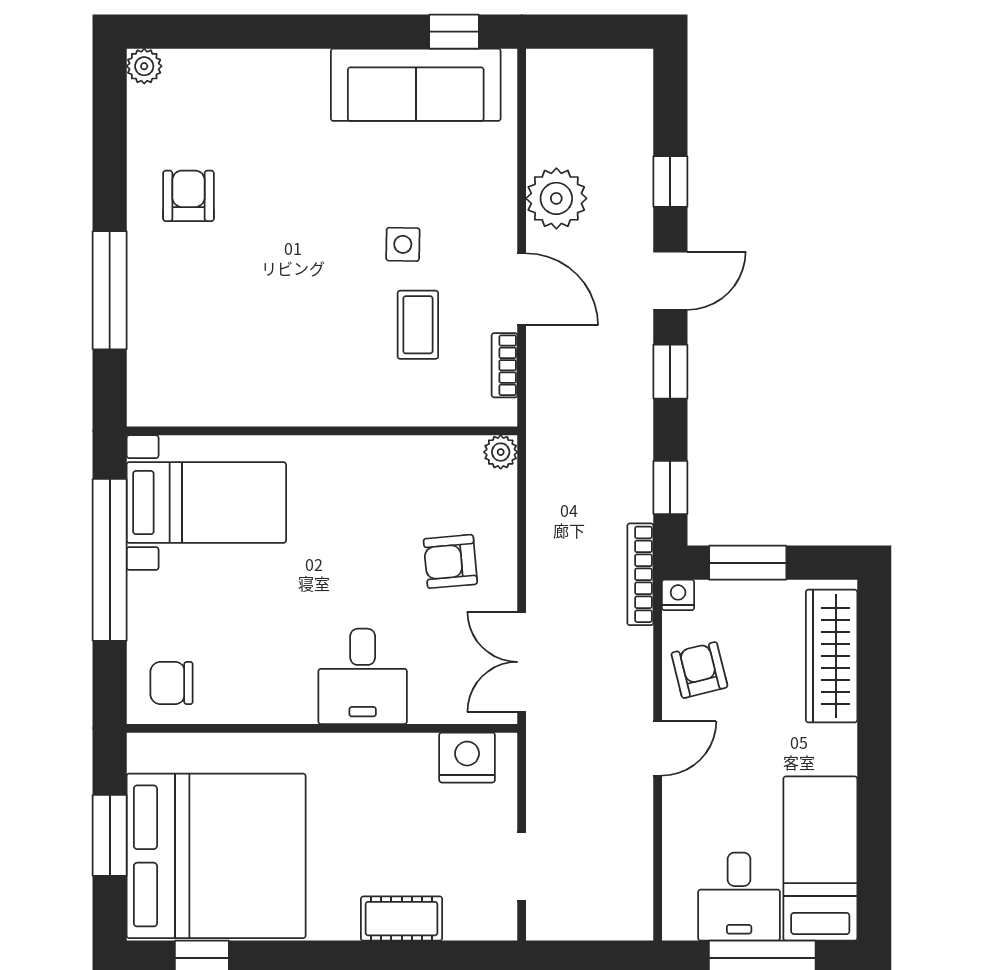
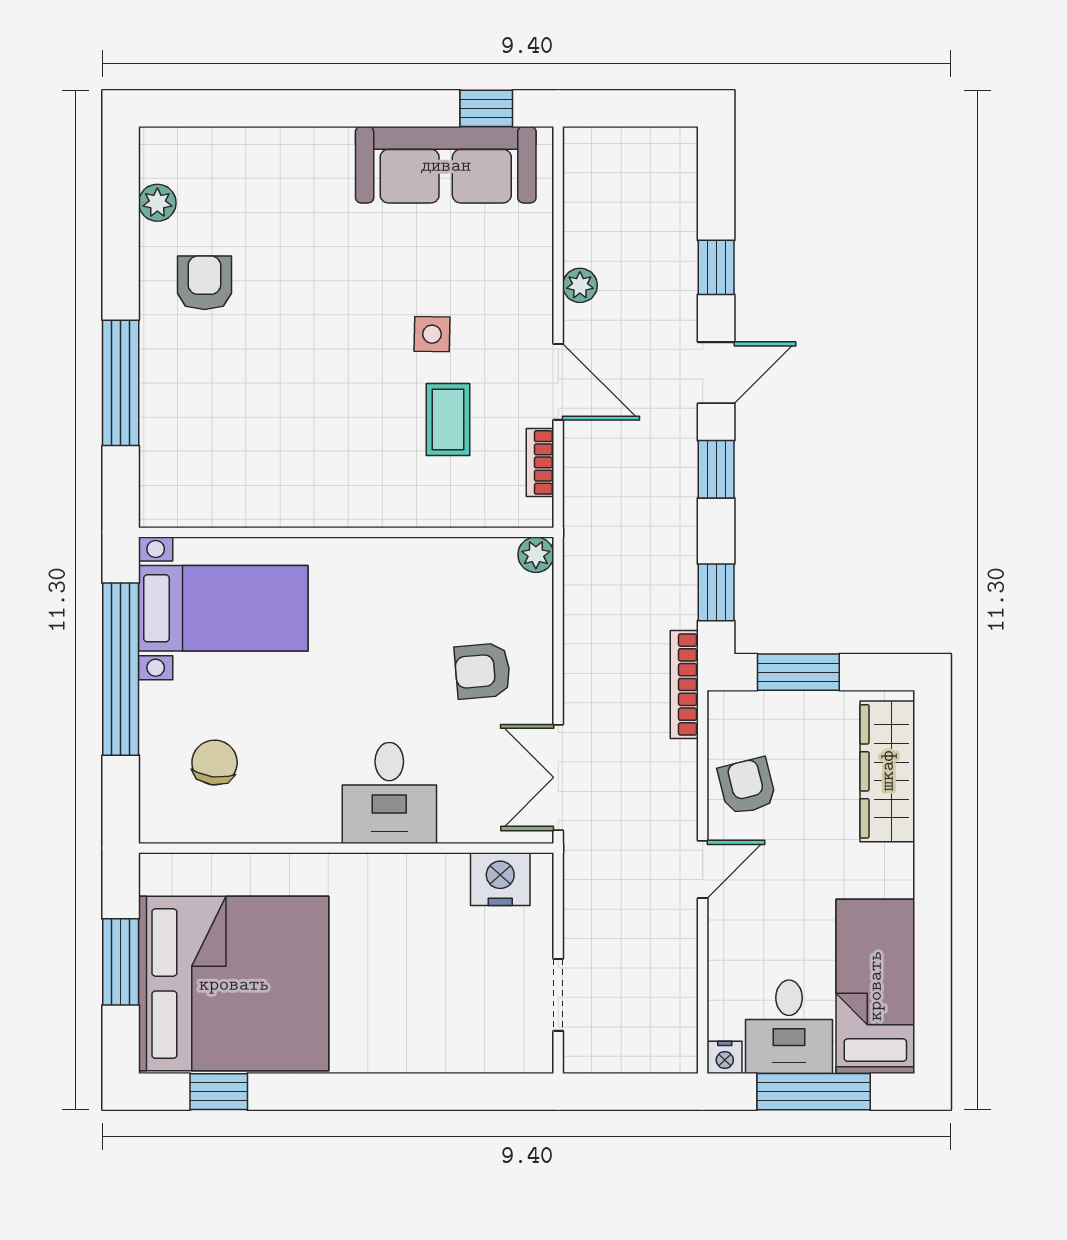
plant: (144, 66) -> (157, 203), moved
plant: (556, 198) -> (580, 285), width x0.53, depth x0.53
nightstand: (678, 595) -> (725, 1057), moved, turned 180
chair: (171, 683) -> (215, 763), moved, turned 97
cot: (402, 919) -> (431, 1050), removed

